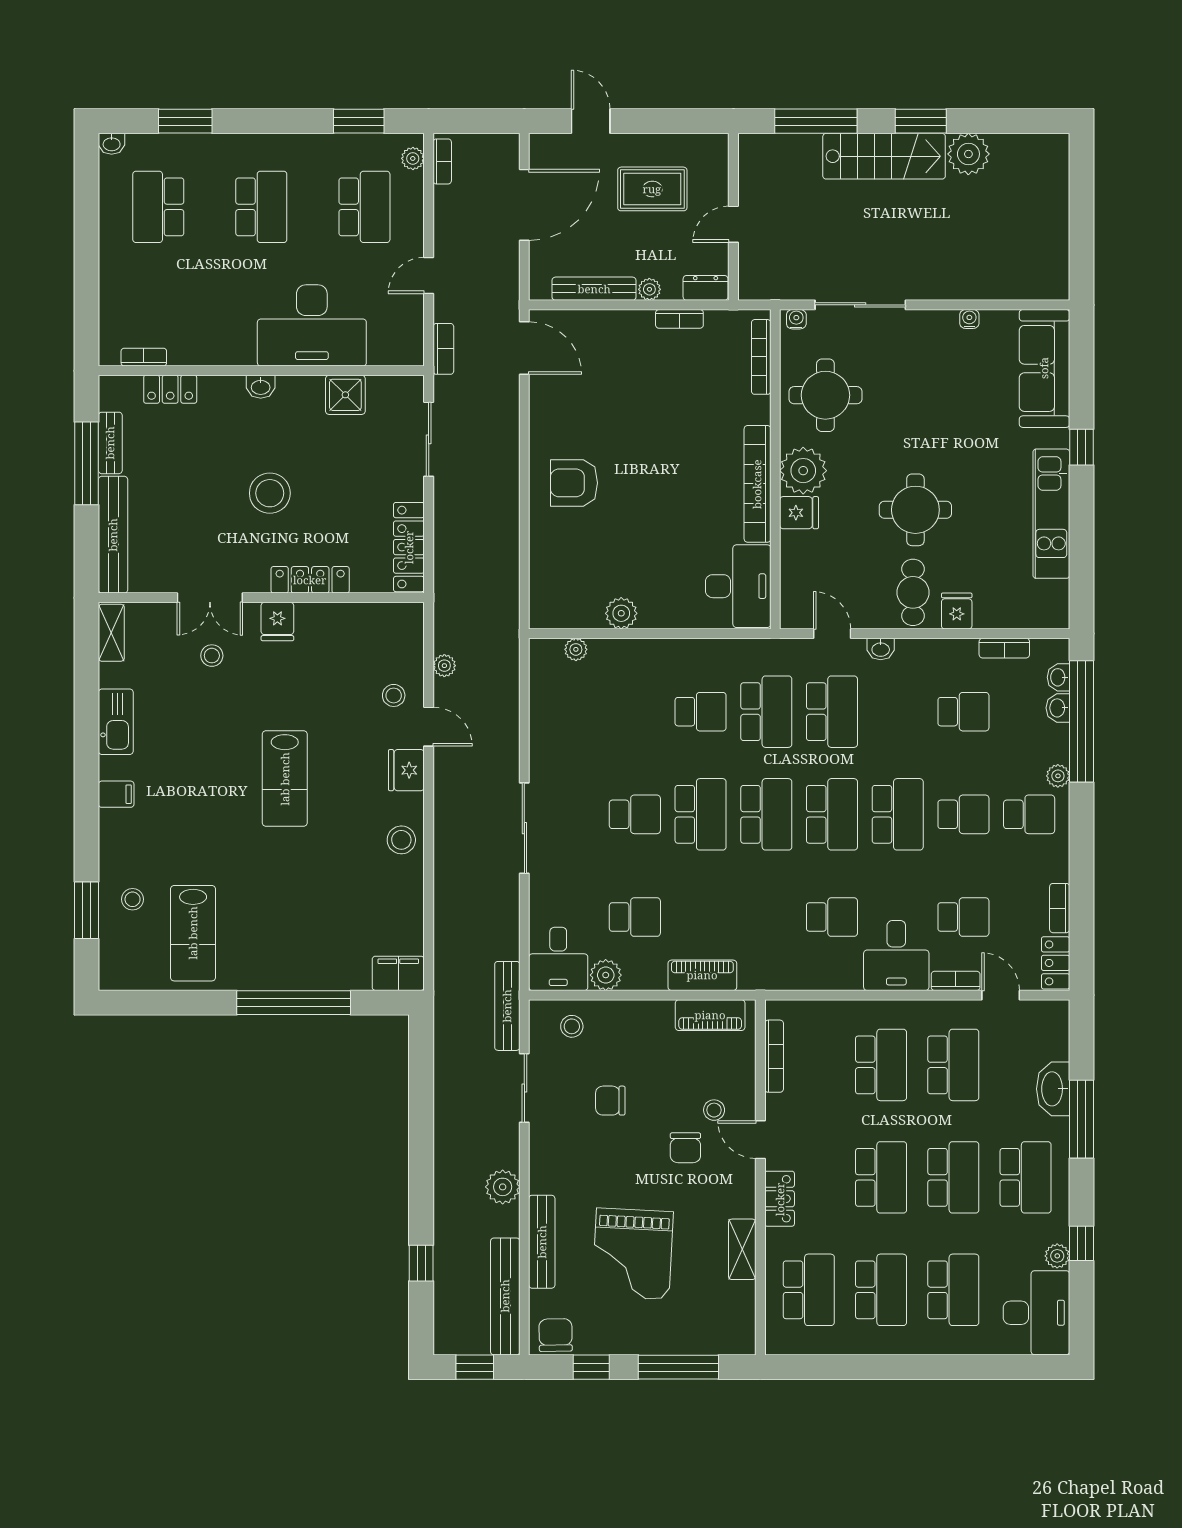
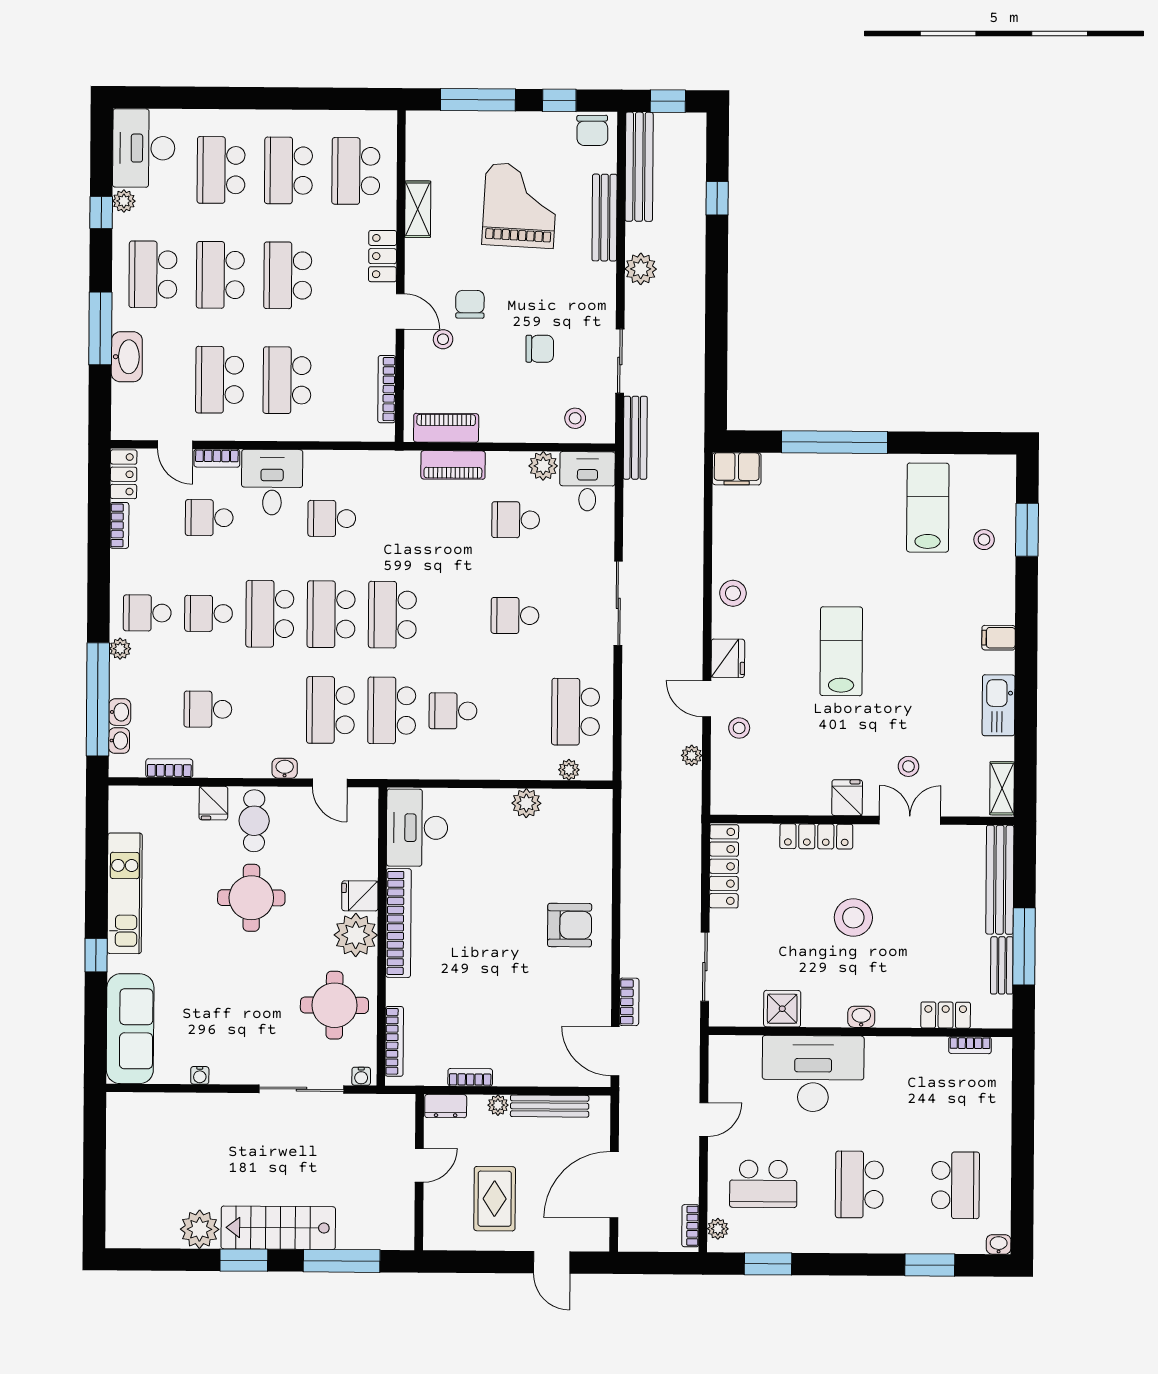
rug: (652, 189) -> (495, 1199), turned 90
school desk: (364, 207) -> (763, 1184), turned -90
bookcase: (443, 349) -> (629, 1002), moved, turned 180
school desk: (701, 814) -> (576, 712), moved

